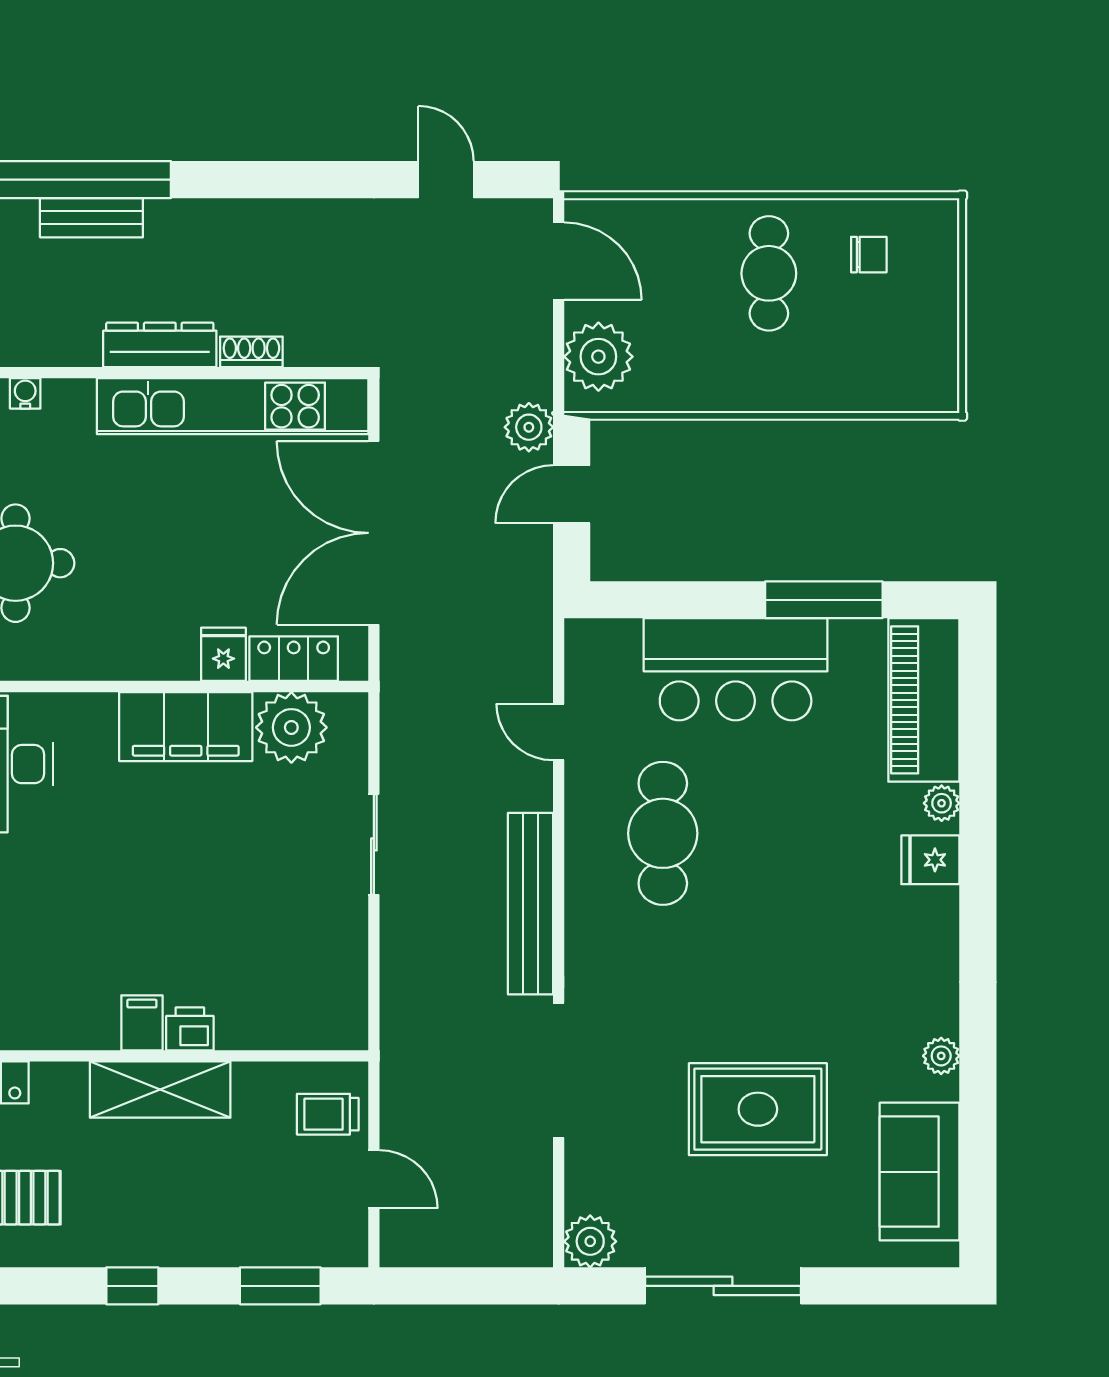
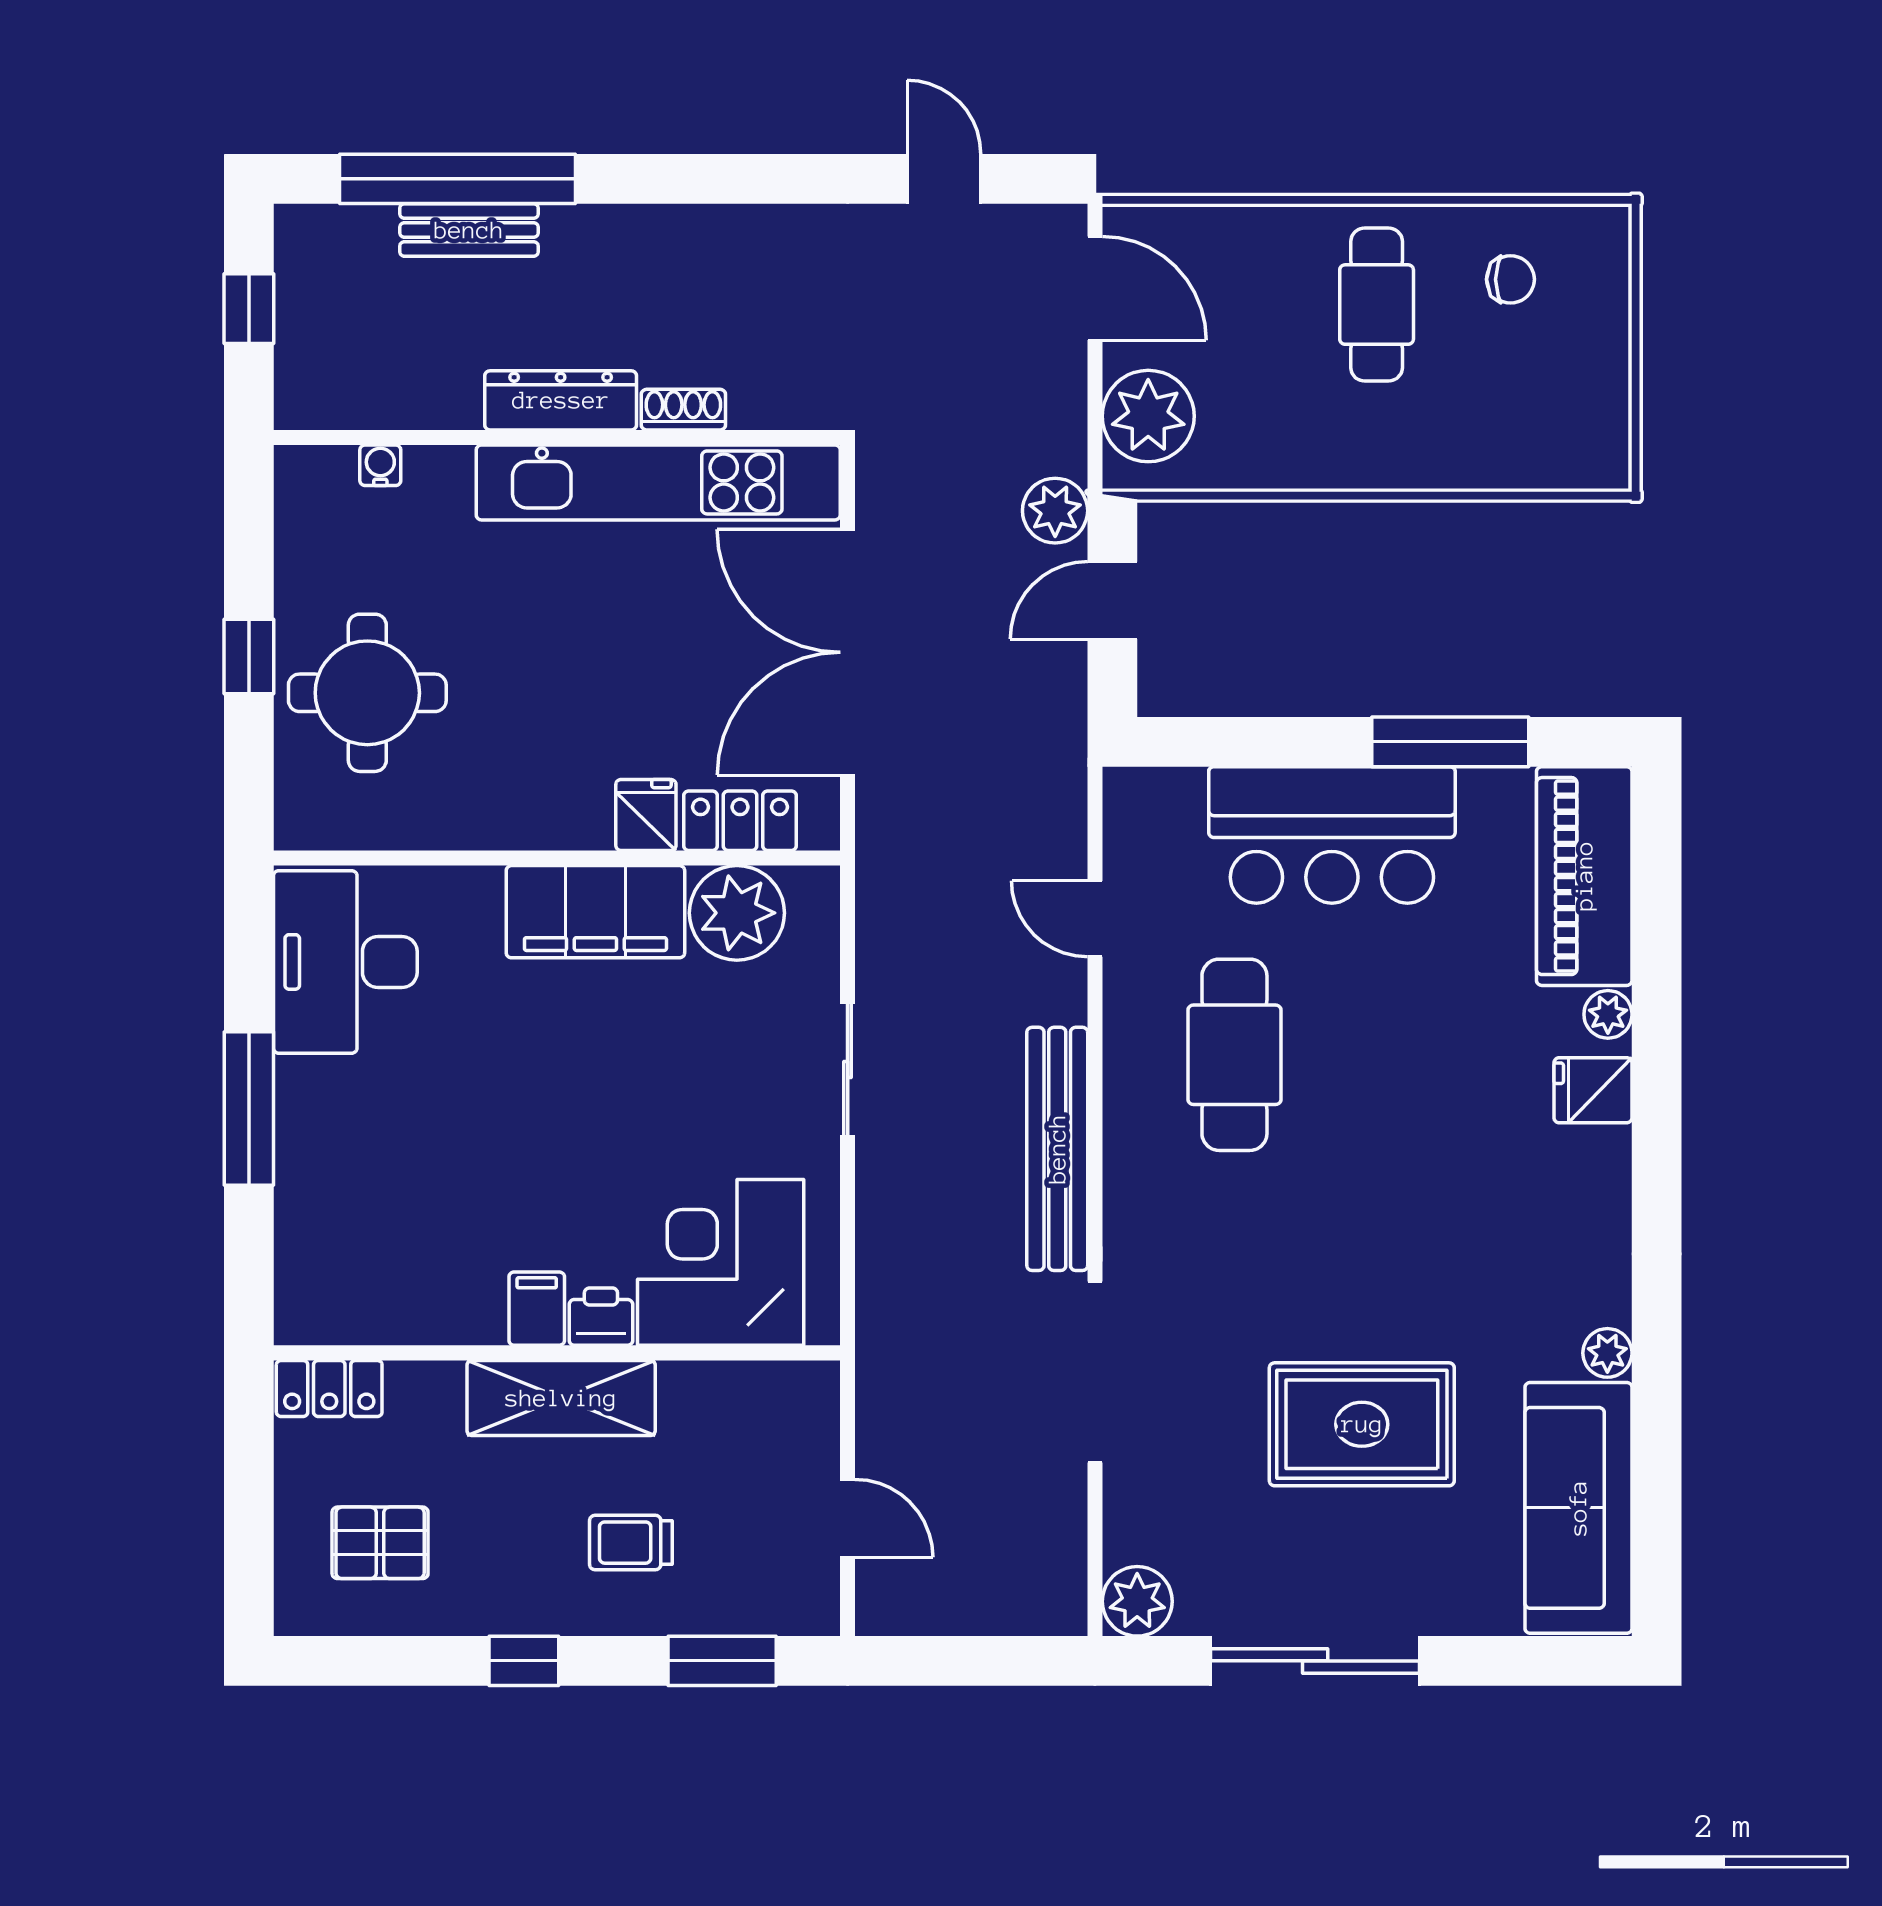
corner desk: (279, 988) -> (721, 1262), added
trolley: (328, 1114) -> (631, 1543), moved
sofa: (920, 1172) -> (1578, 1508), width x1.36

